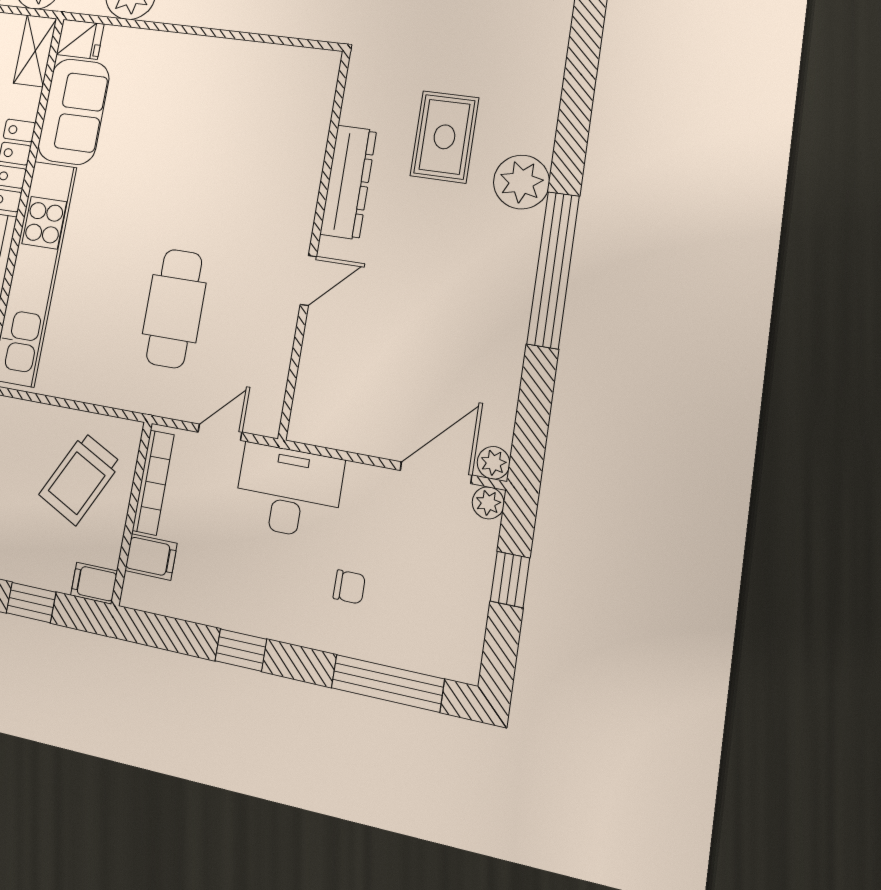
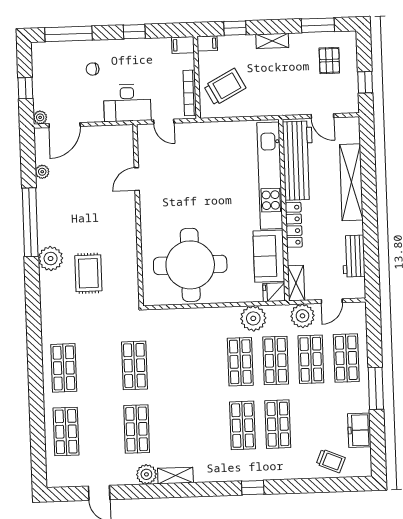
round table: (230, 119) -> (190, 265), added
dresser: (348, 182) -> (128, 245), removed
door: (308, 280) -> (137, 179), moved
cafe table: (174, 308) -> (197, 172), removed
door: (220, 432) -> (164, 122), hinge flipped
plant: (493, 463) -> (42, 172), moved
trolley: (80, 479) -> (225, 87), turned 35
filing cabinet: (151, 557) -> (183, 45), moved

